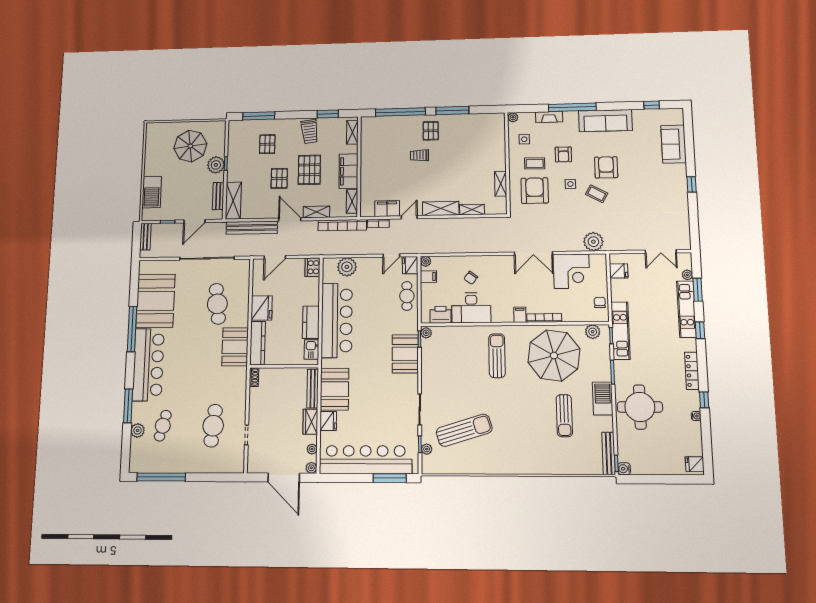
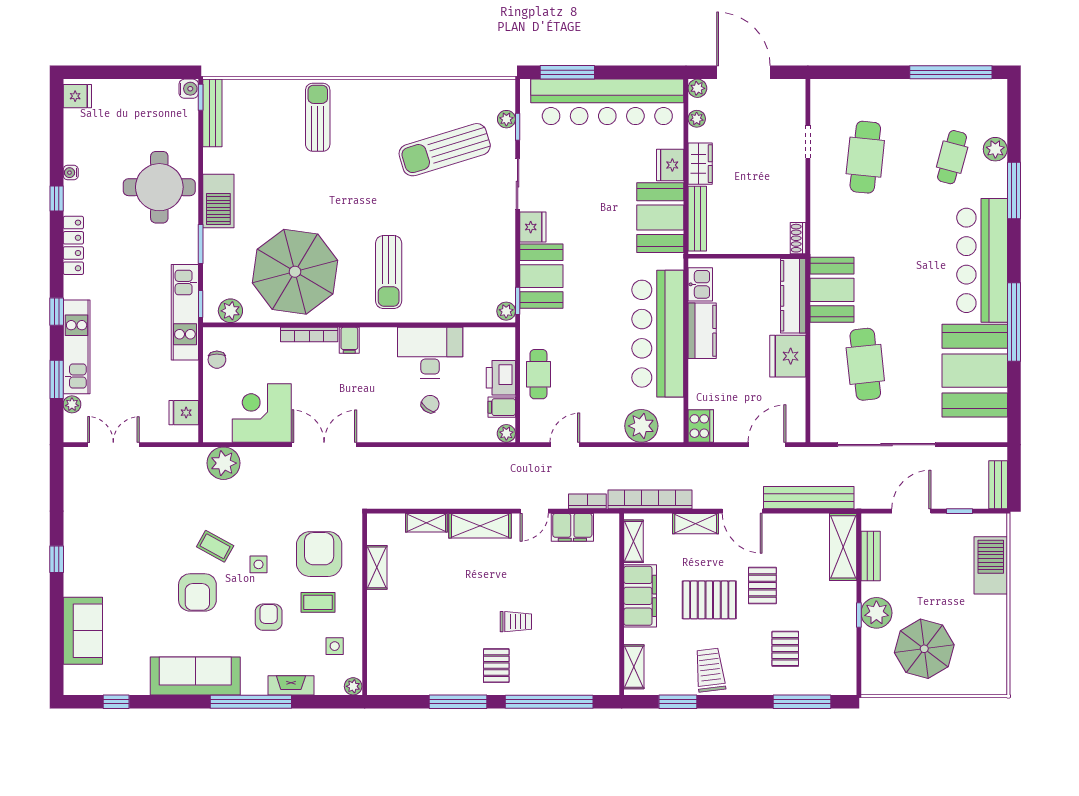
pallet: (309, 170) -> (709, 600), turned 90
armchair: (535, 191) -> (319, 554), turned 180
fridge: (410, 265) -> (533, 227), moved
printer: (441, 315) -> (501, 378), moved, turned 90
sun lounger: (564, 416) -> (318, 117), moved

